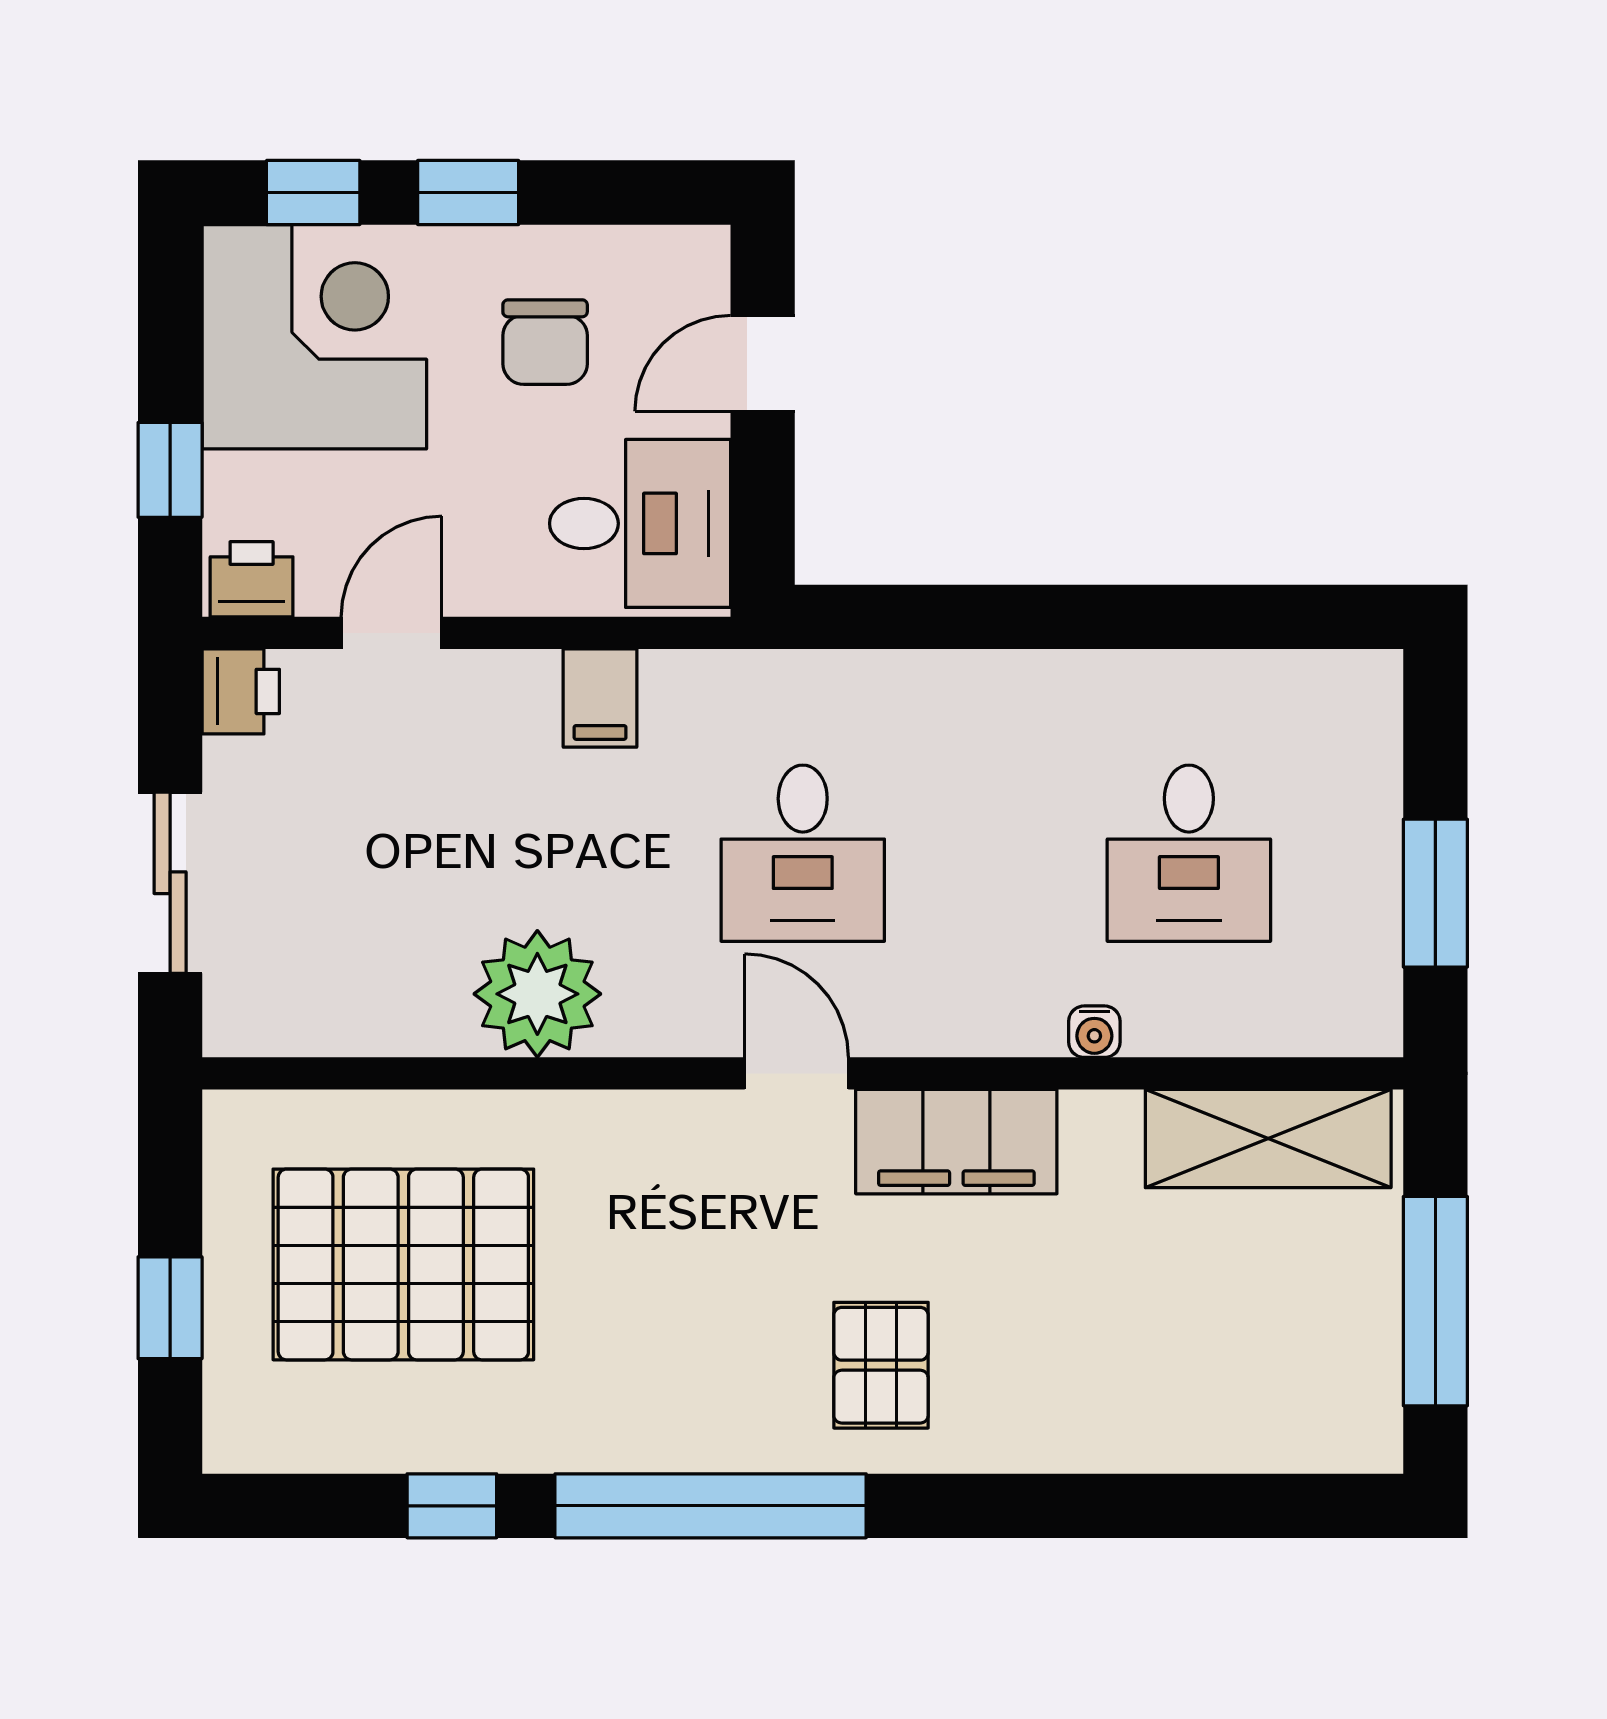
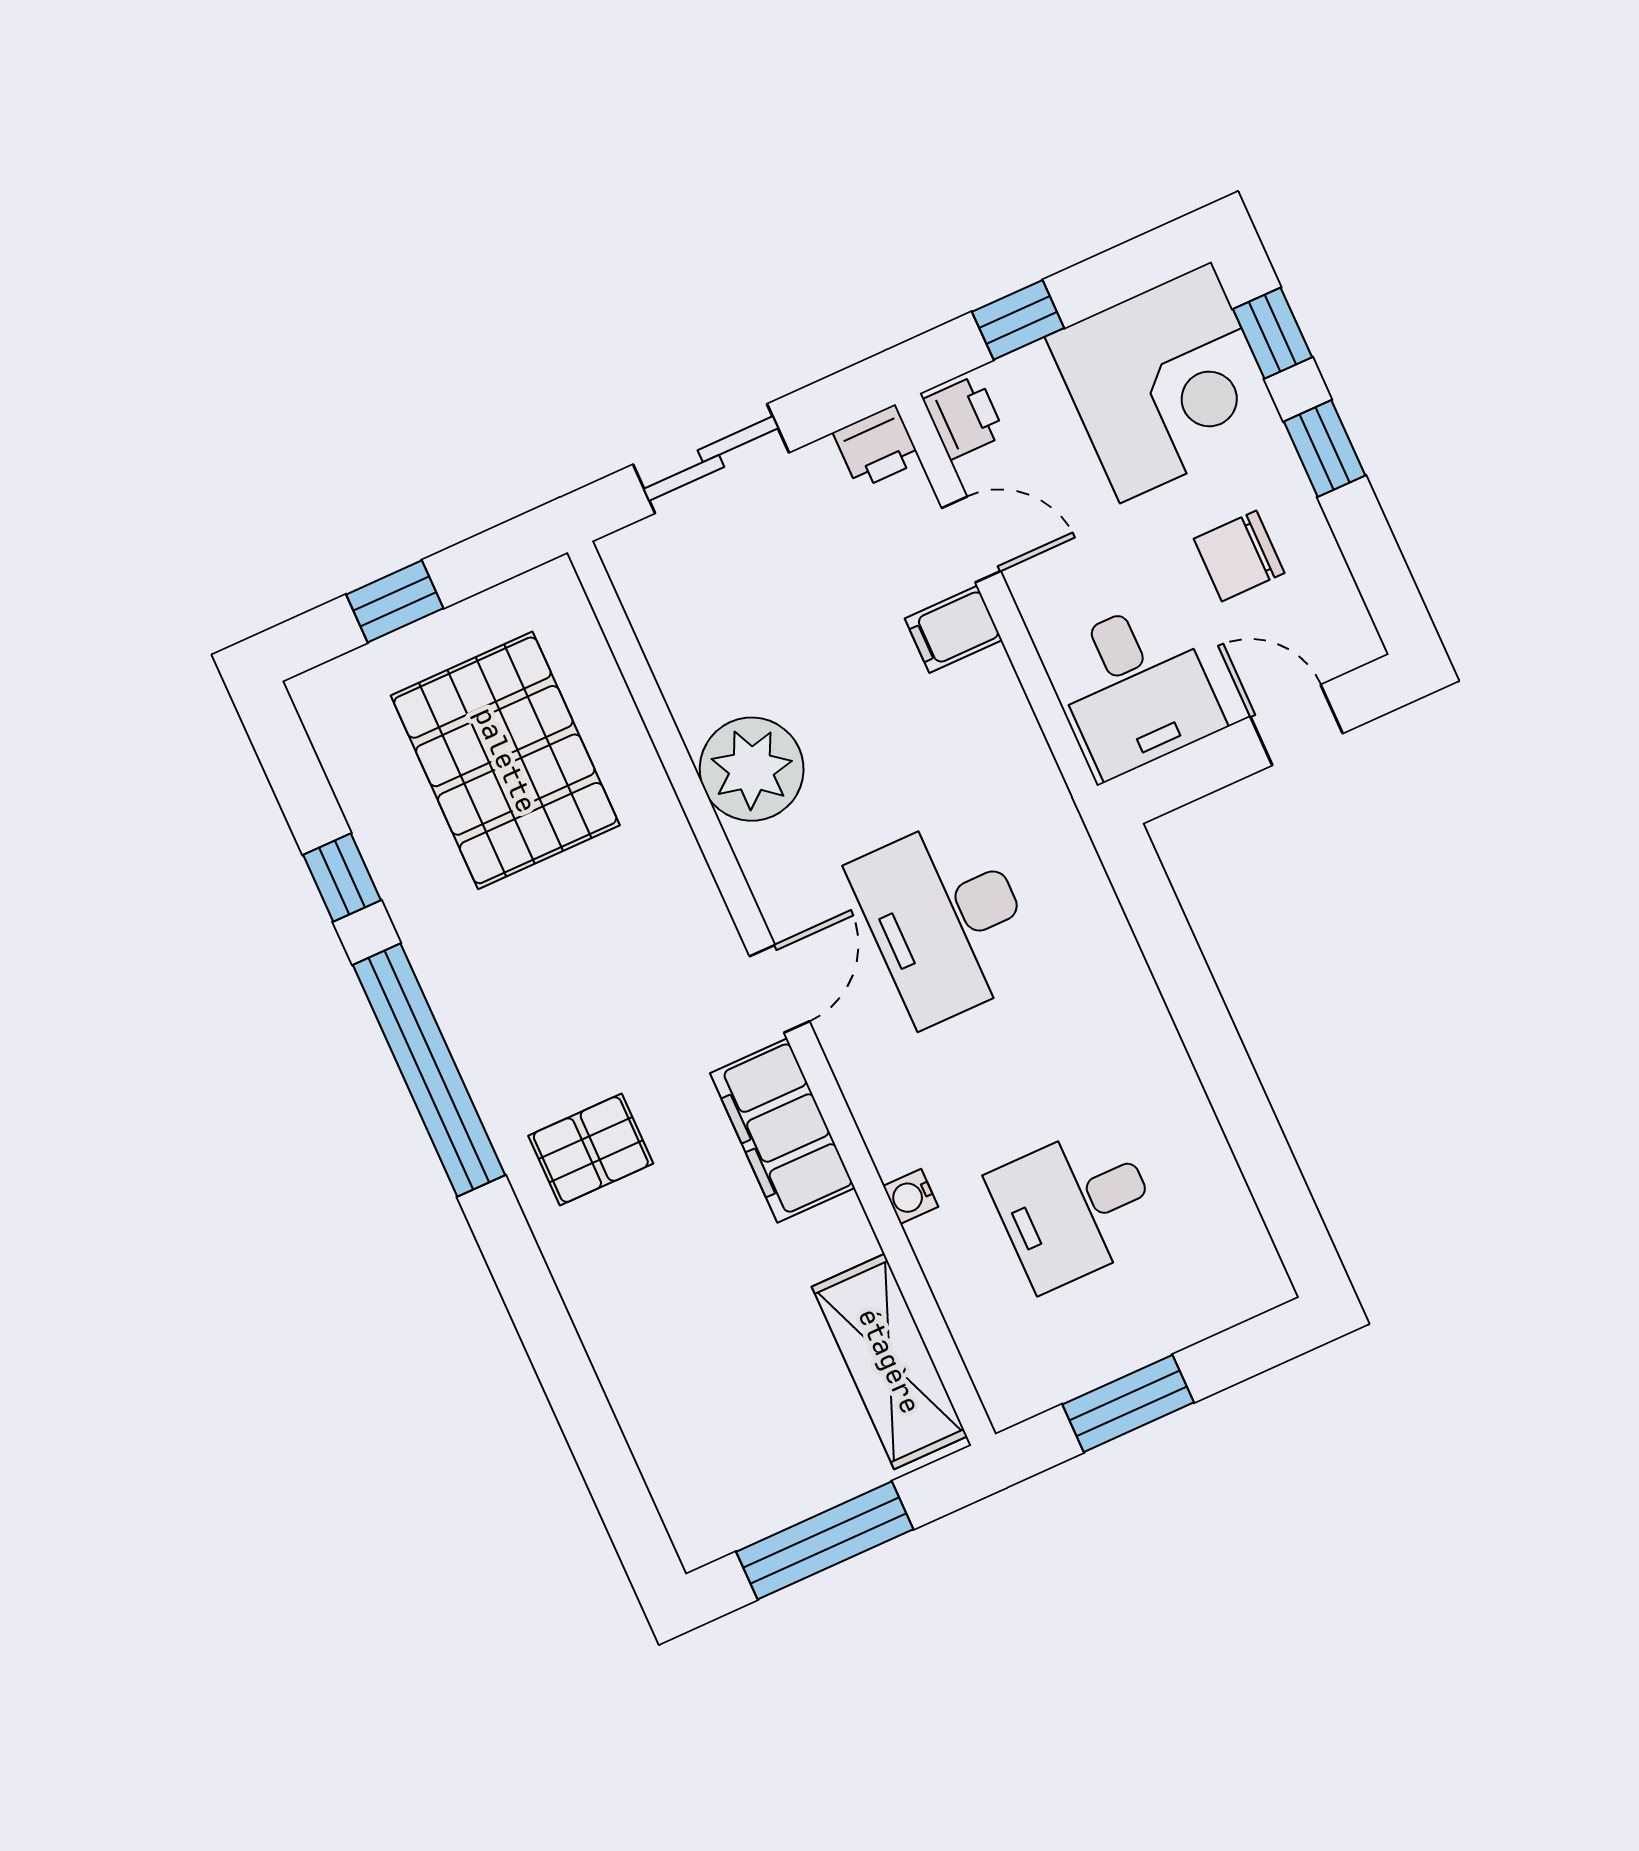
filing cabinet: (600, 698) -> (953, 629), moved
desk: (803, 853) -> (945, 919), width x1.37

